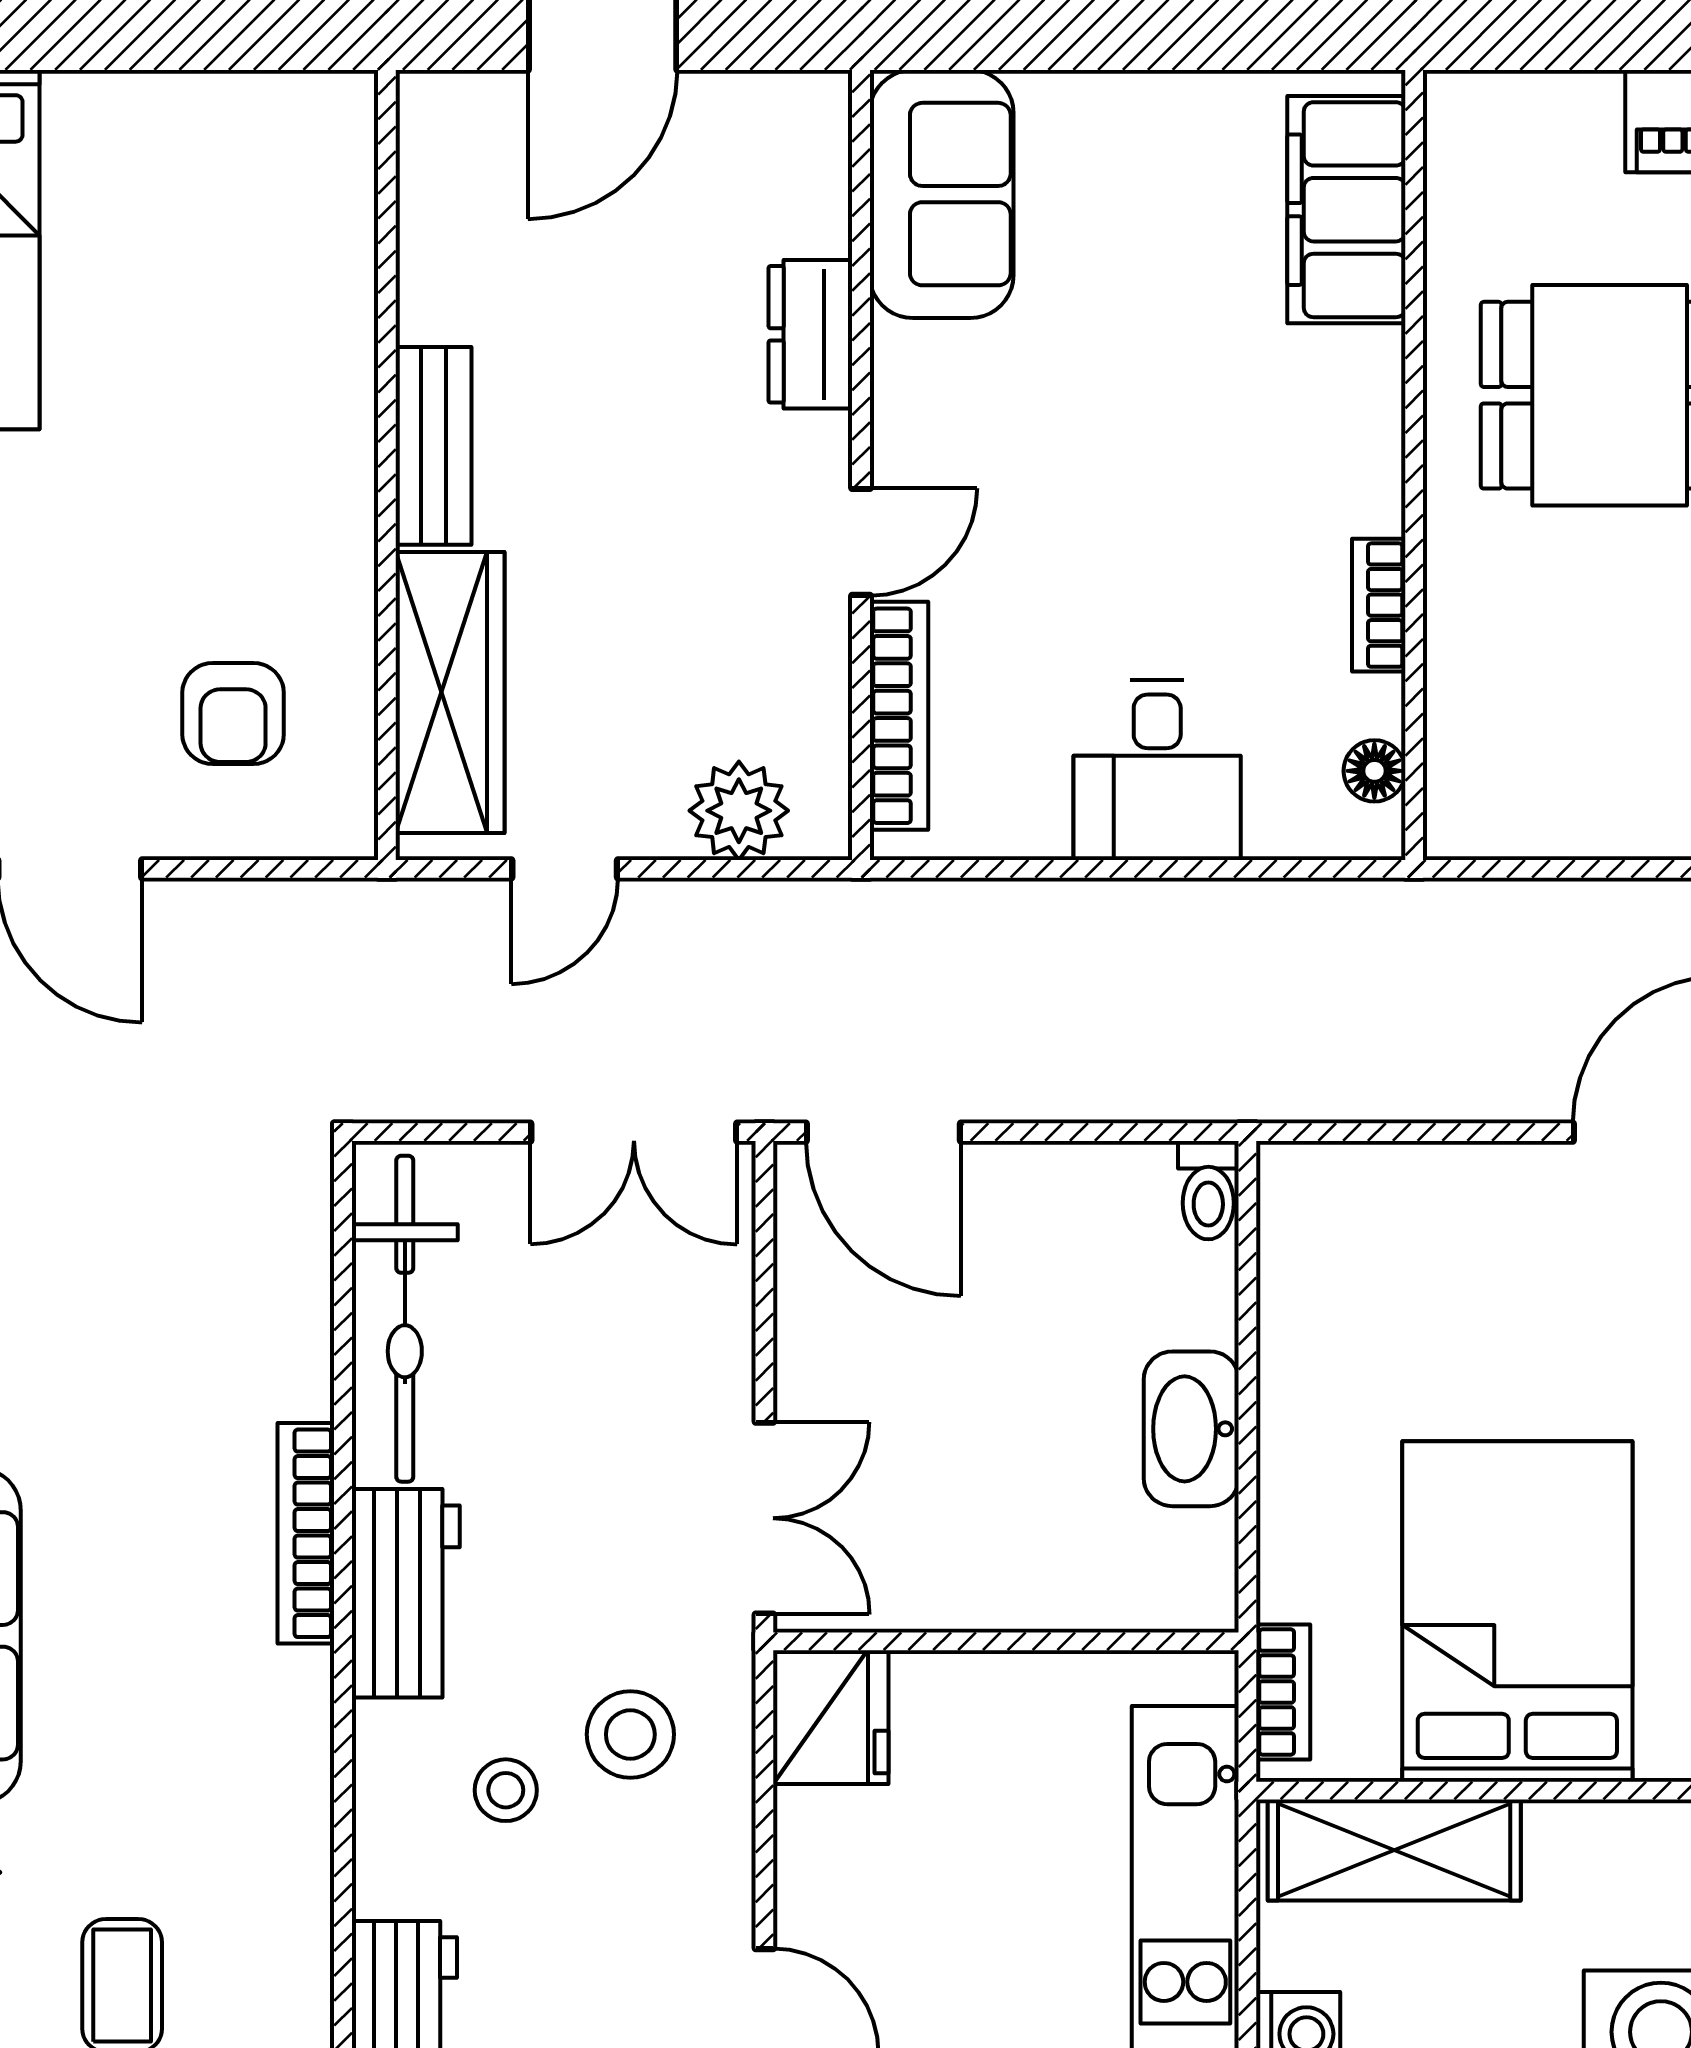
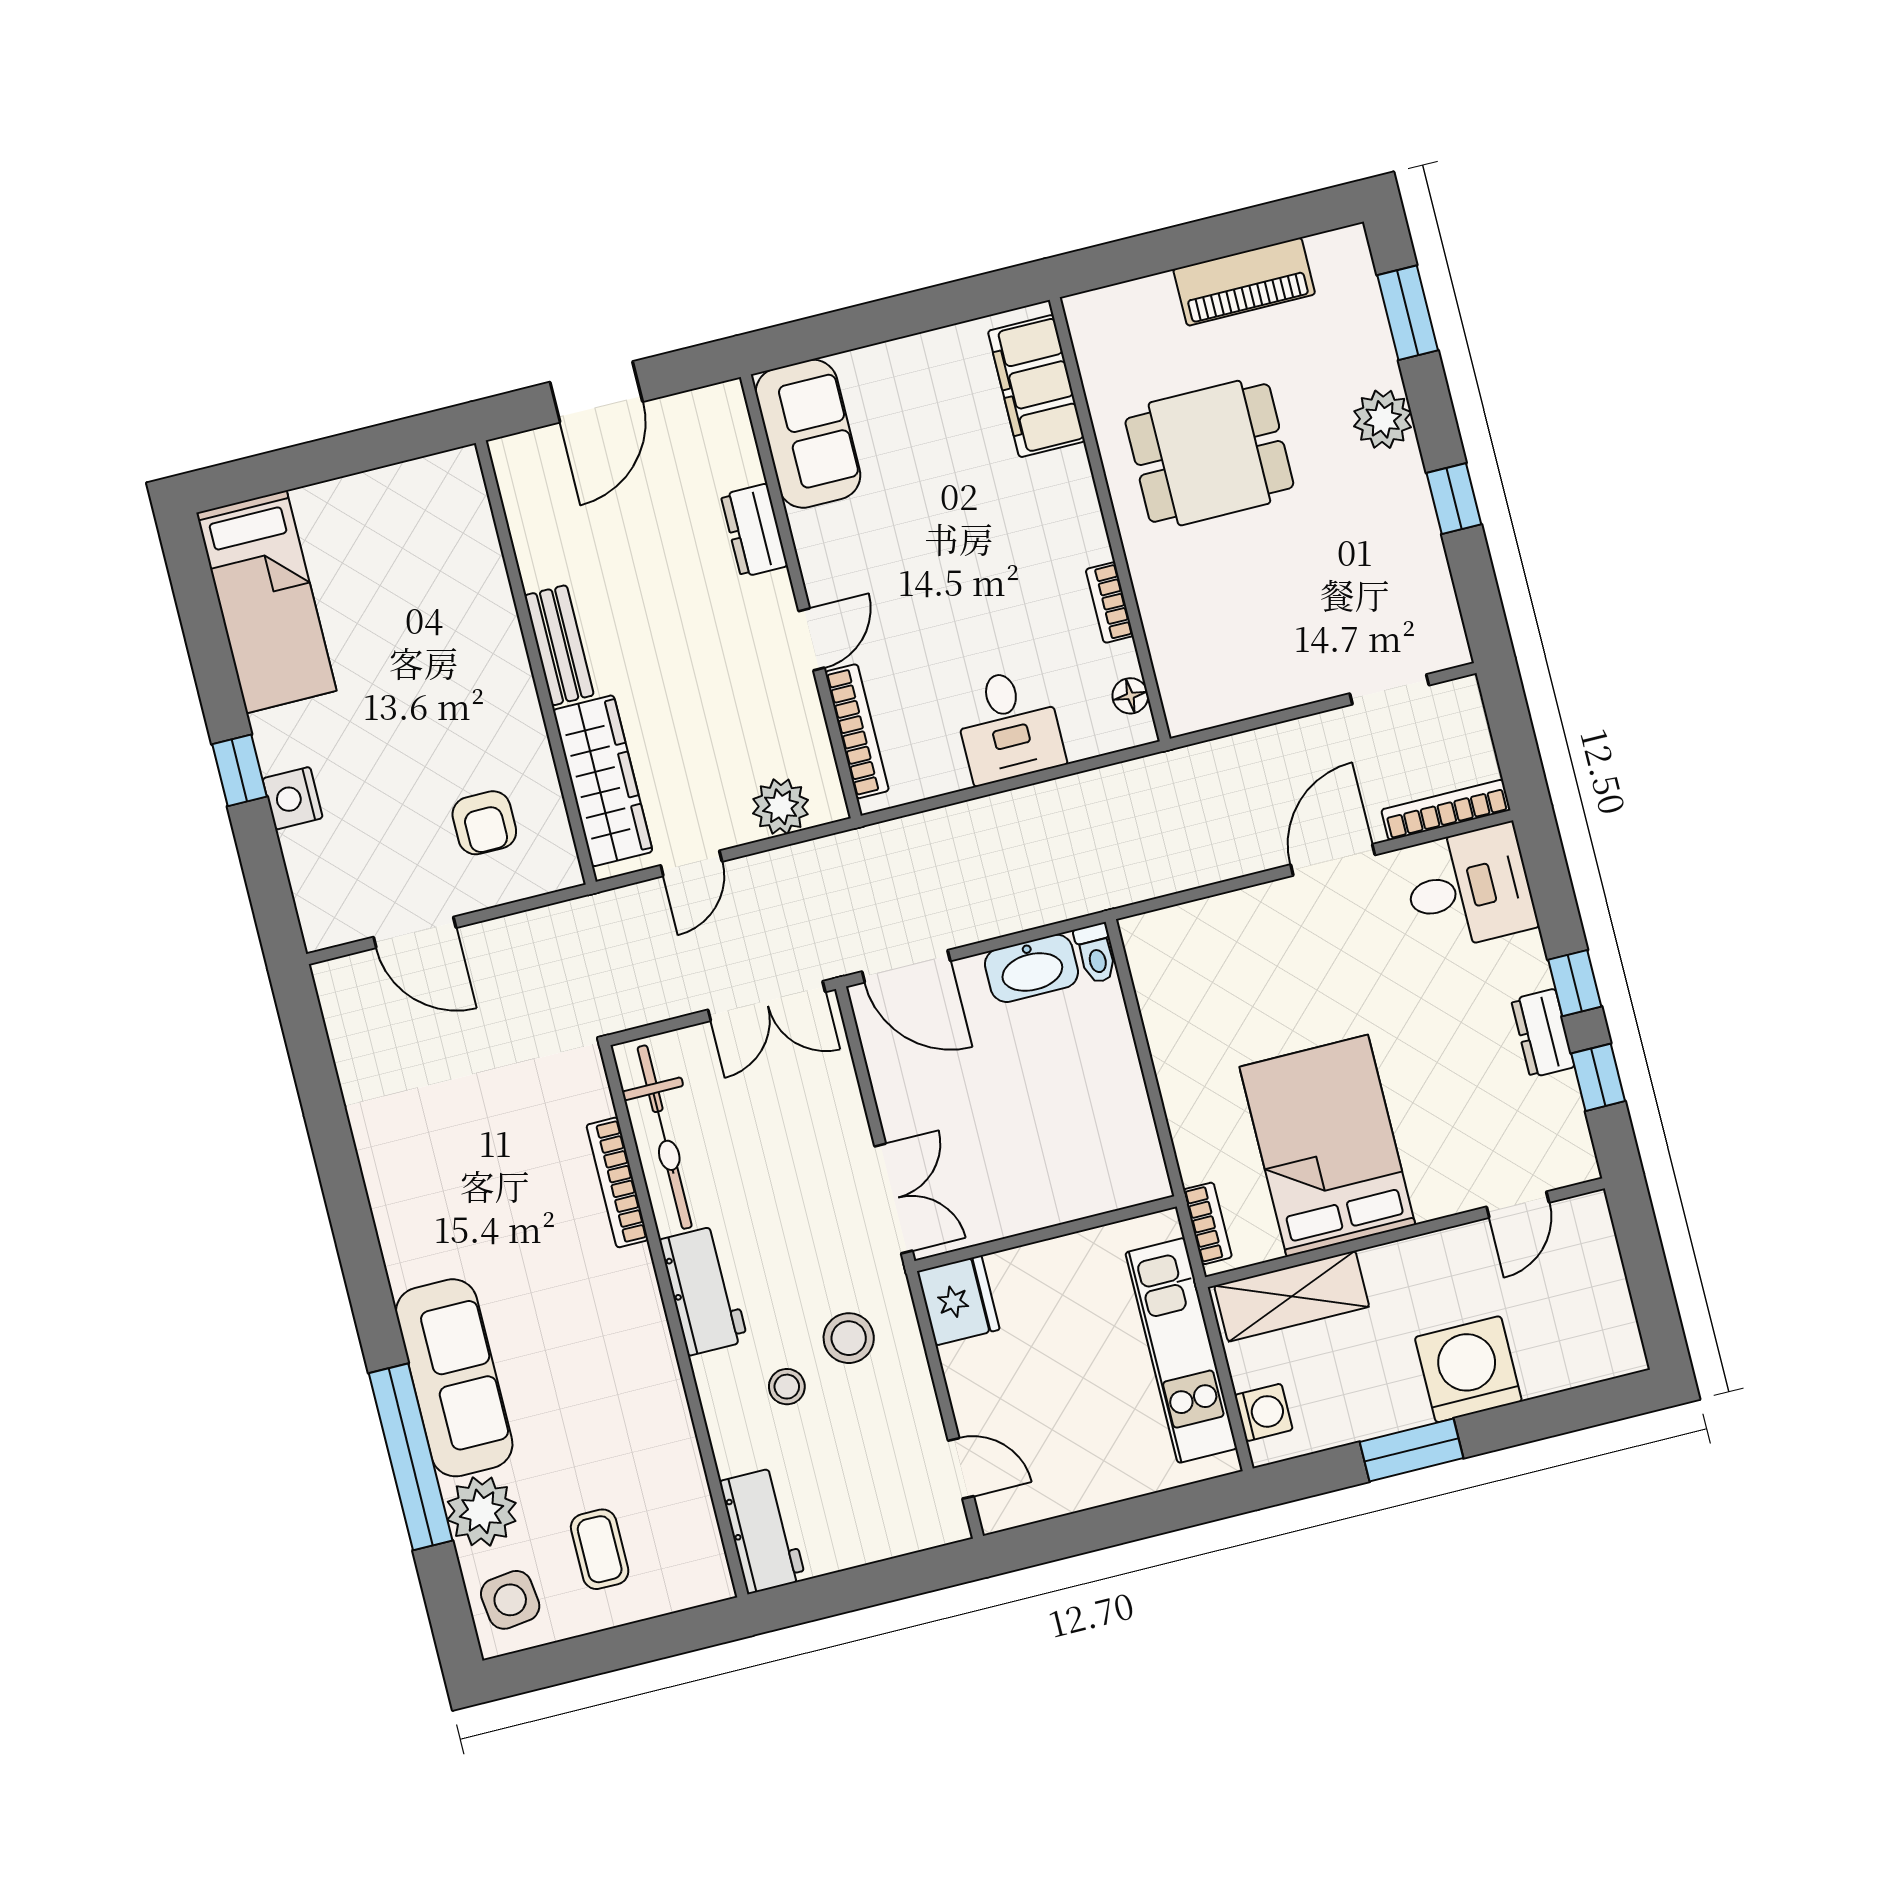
washbasin: (1191, 1429) -> (1031, 968), moved, turned -90
bookcase: (306, 1533) -> (617, 1182), moved

